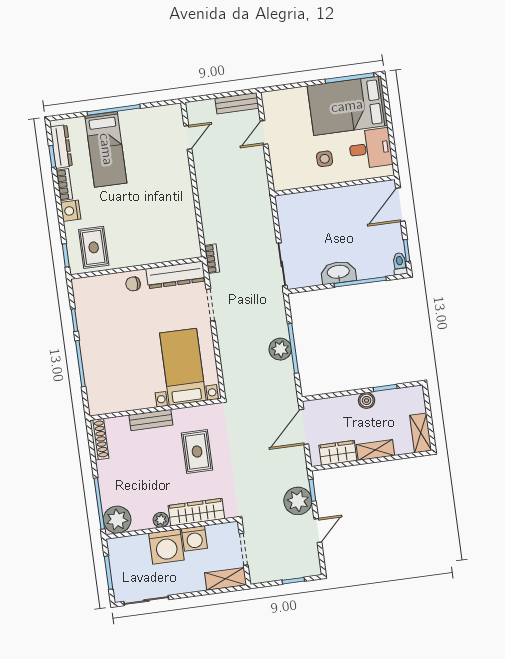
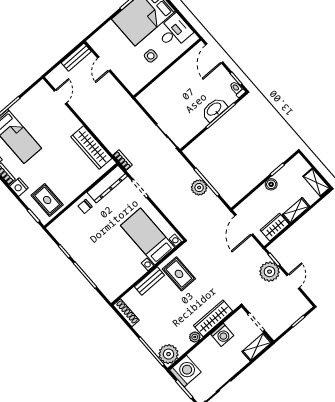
wardrobe: (185, 220) -> (91, 148), added
washbasin: (338, 272) -> (214, 109), moved
rug: (197, 452) -> (179, 274), moved
washing machine: (166, 547) -> (185, 371), moved, turned -90

